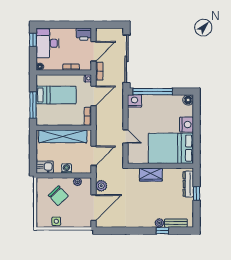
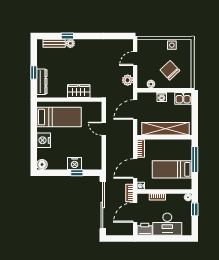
window: (33, 40) -> (195, 209), moved
desk: (48, 43) -> (167, 224), moved, turned 90
window: (153, 92) -> (77, 173), width x0.32
nightstand: (135, 101) -> (75, 163), moved
bed: (171, 148) -> (59, 117), width x0.67
door: (94, 208) -> (135, 59), width x0.53

